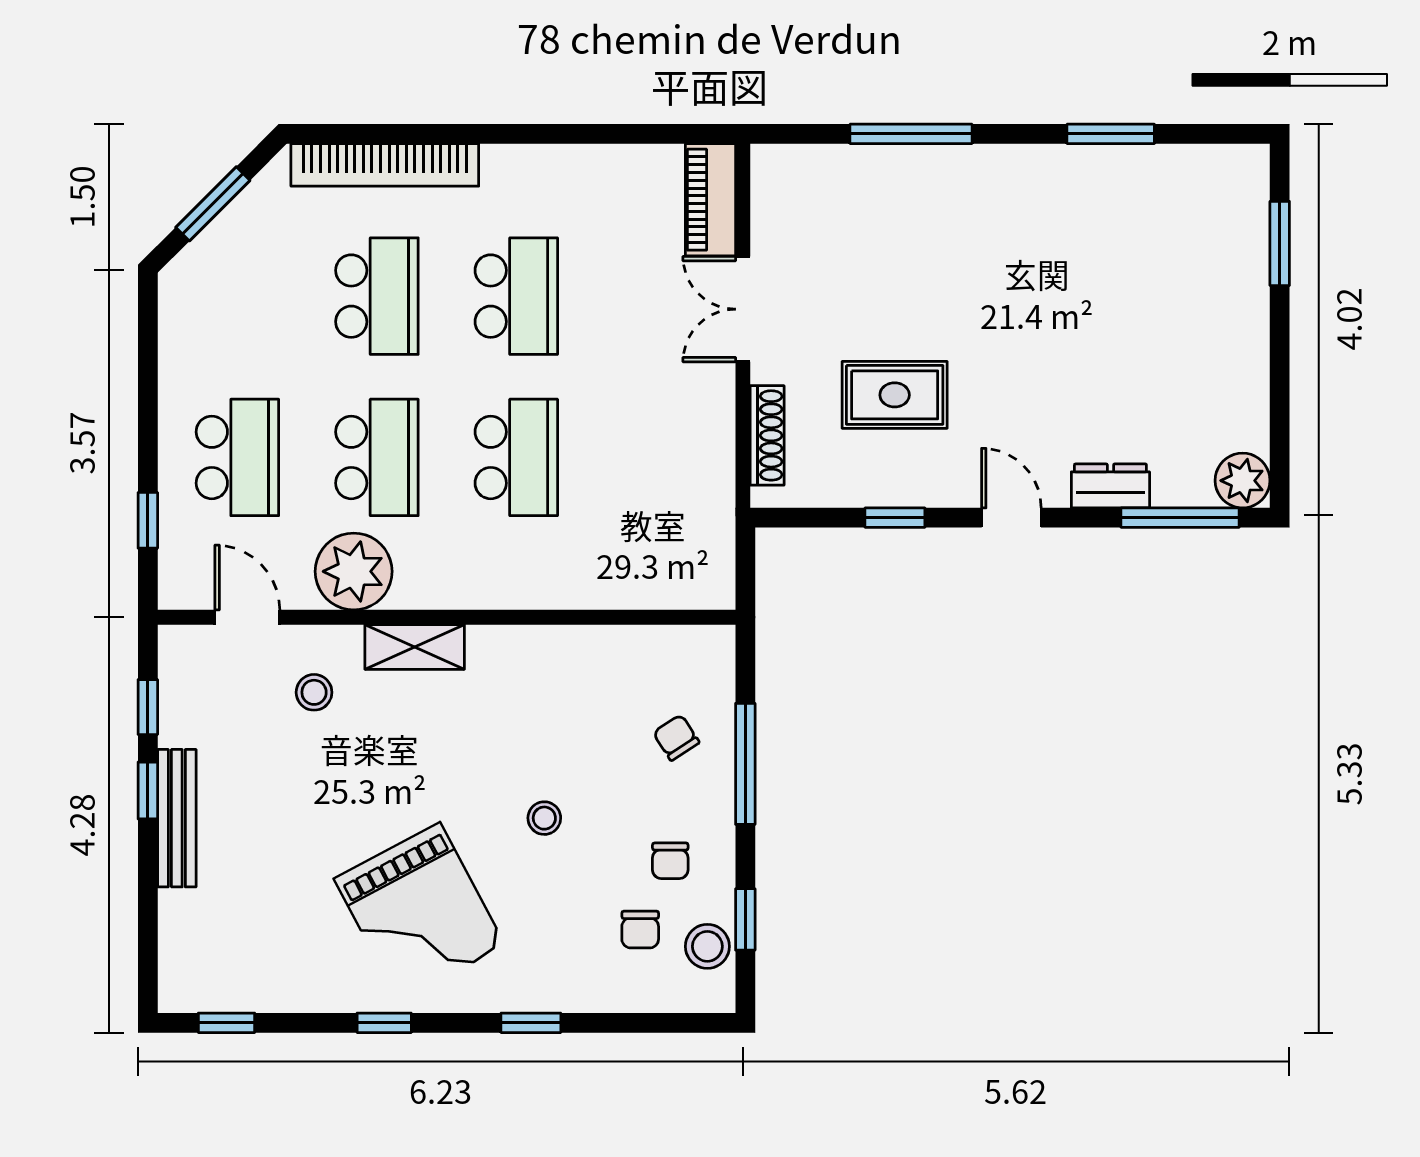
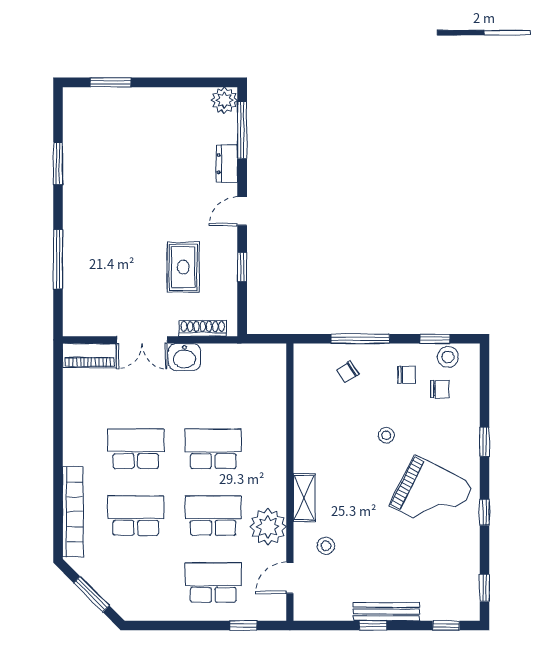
washbasin: (707, 397) -> (184, 357), added
window: (148, 707) -> (446, 626), moved
grand piano: (419, 912) -> (431, 495), turned 55

